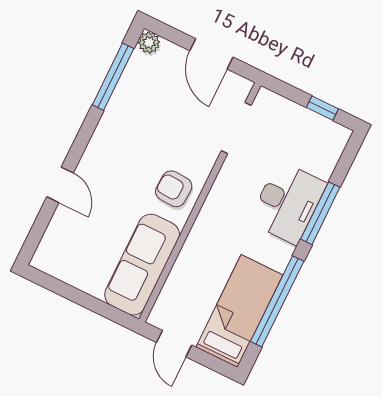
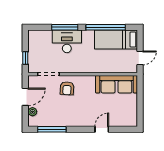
plant: (149, 42) -> (32, 112), moved
window: (322, 108) -> (25, 58), moved
armchair: (174, 189) -> (67, 88), moved

